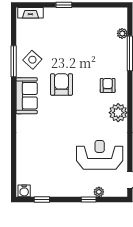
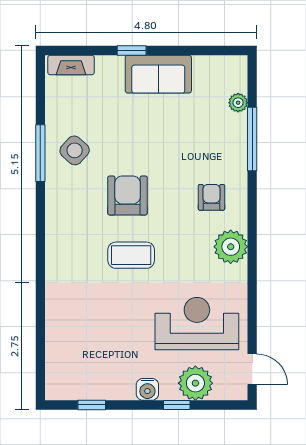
sofa: (27, 96) -> (158, 74), moved, turned 90
coffee table: (63, 117) -> (131, 255), added
water cooler: (24, 191) -> (147, 389), moved
plant: (99, 192) -> (195, 383), width x1.88, depth x1.88

